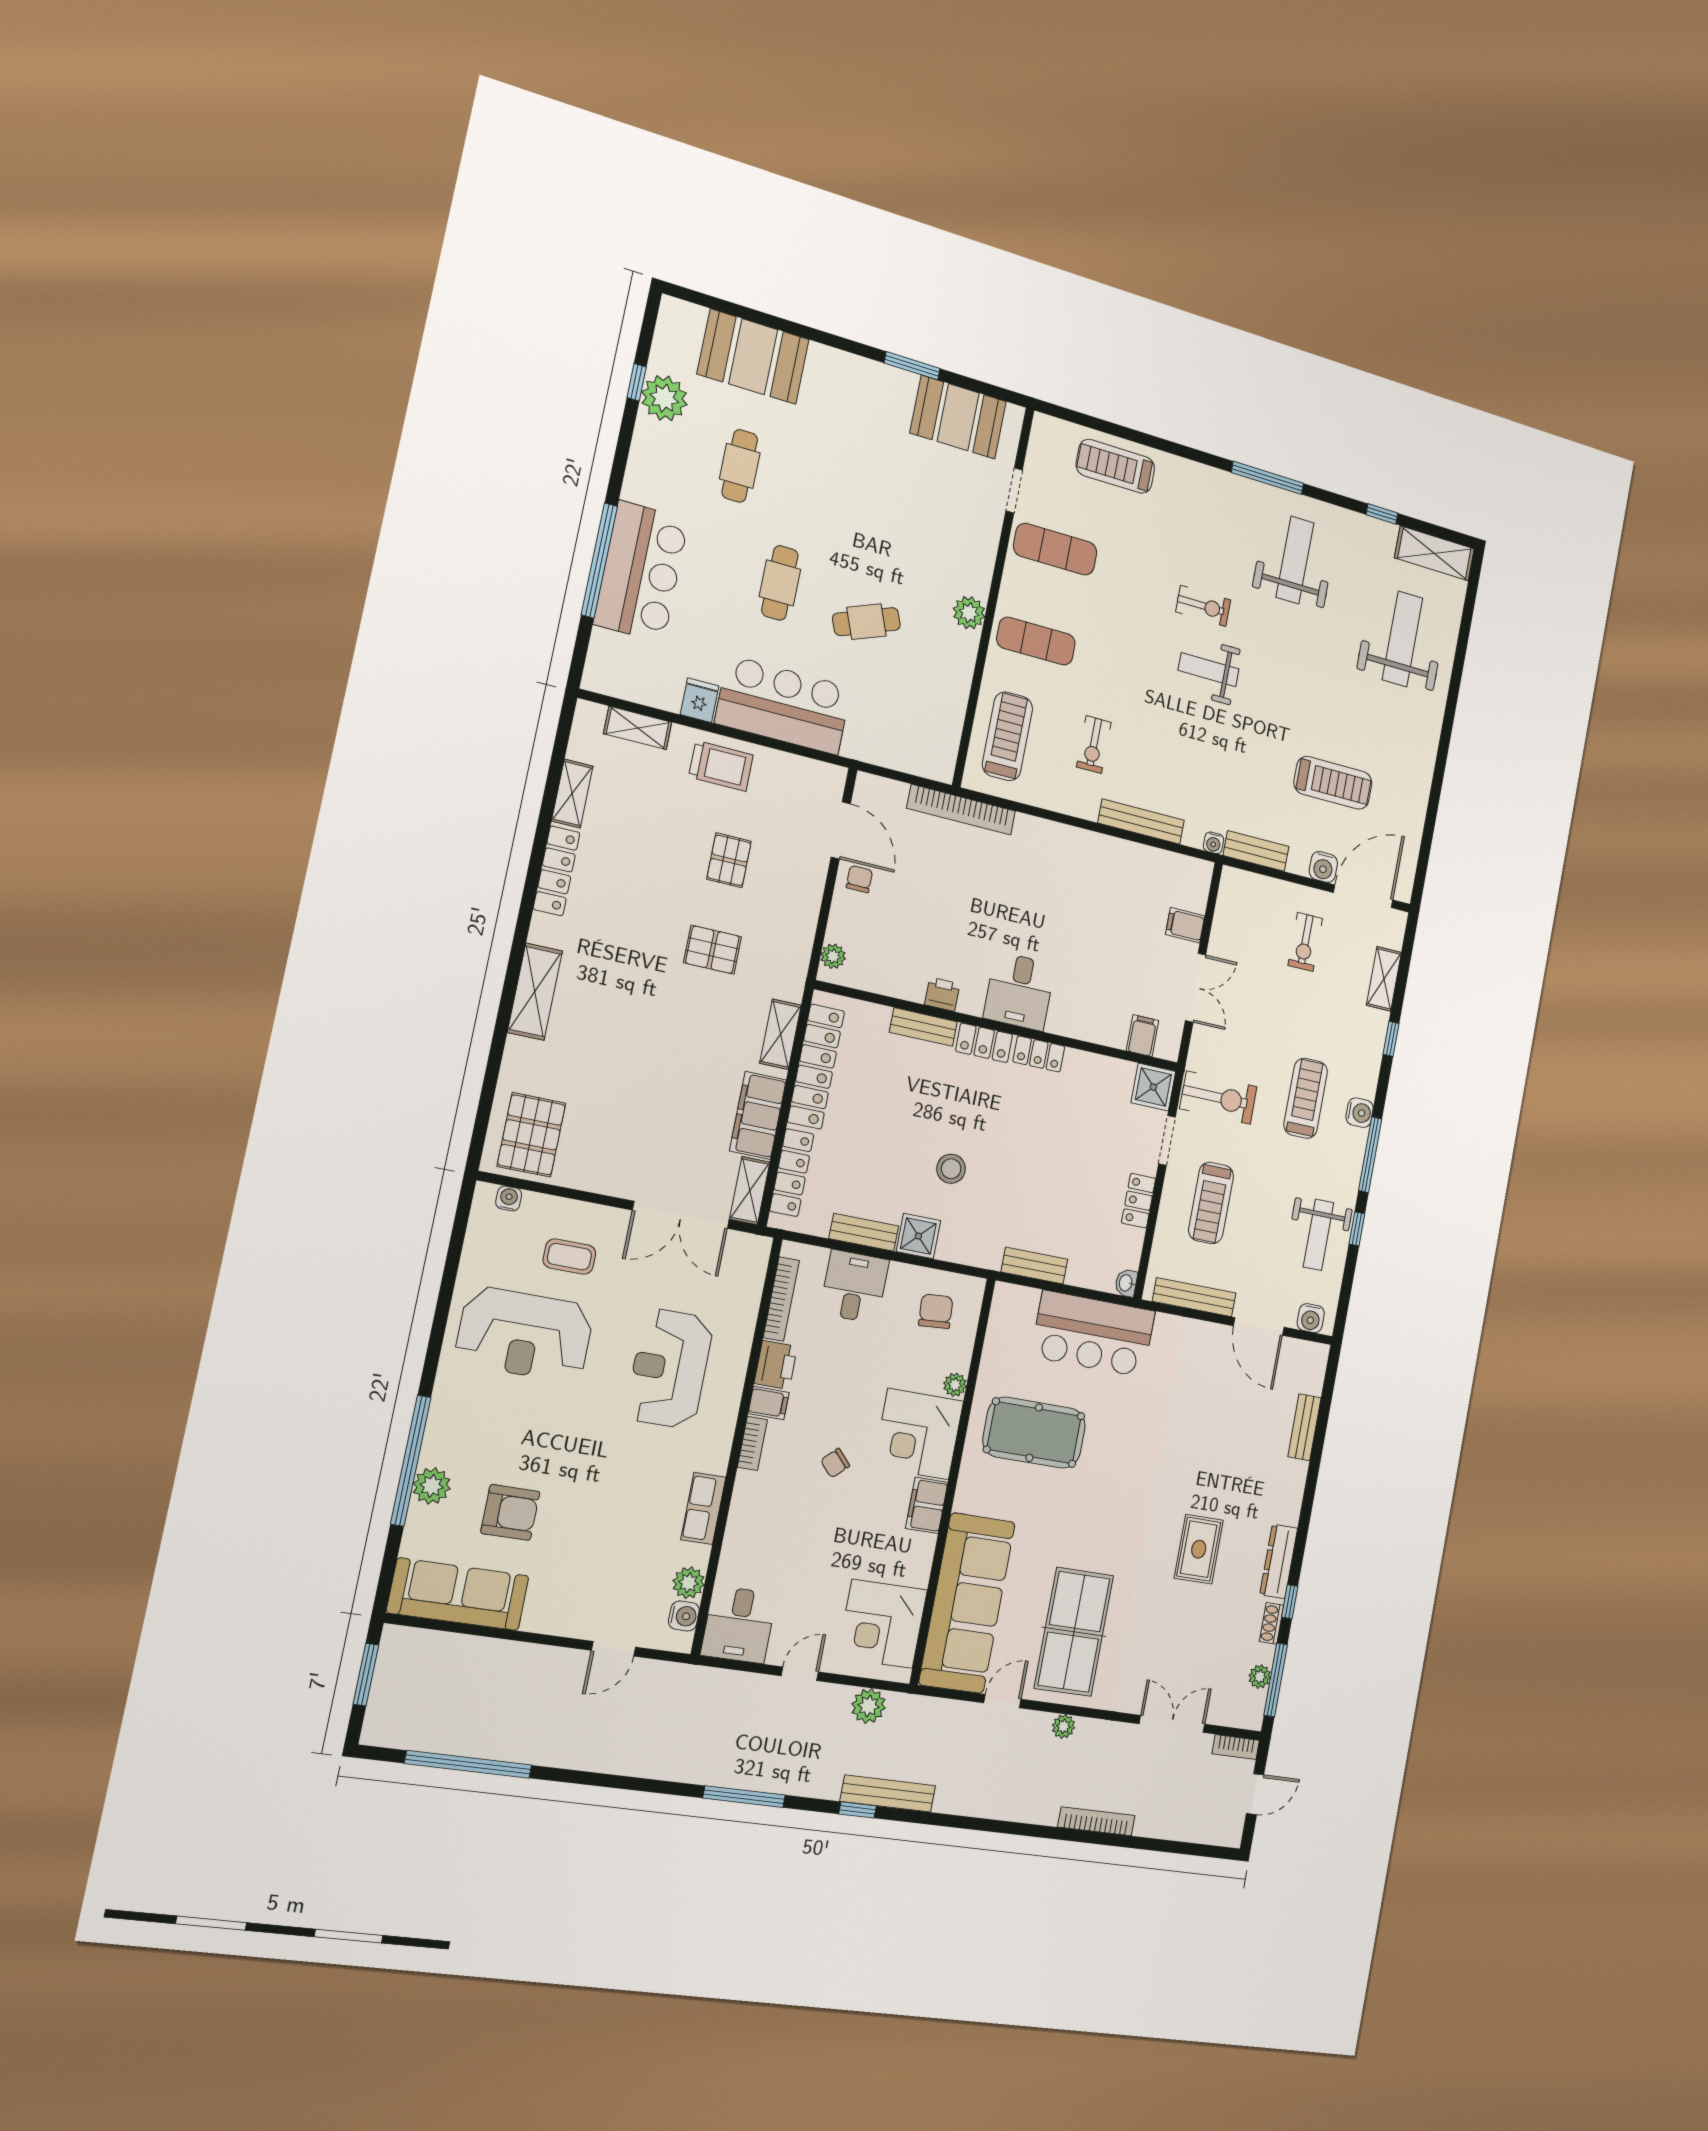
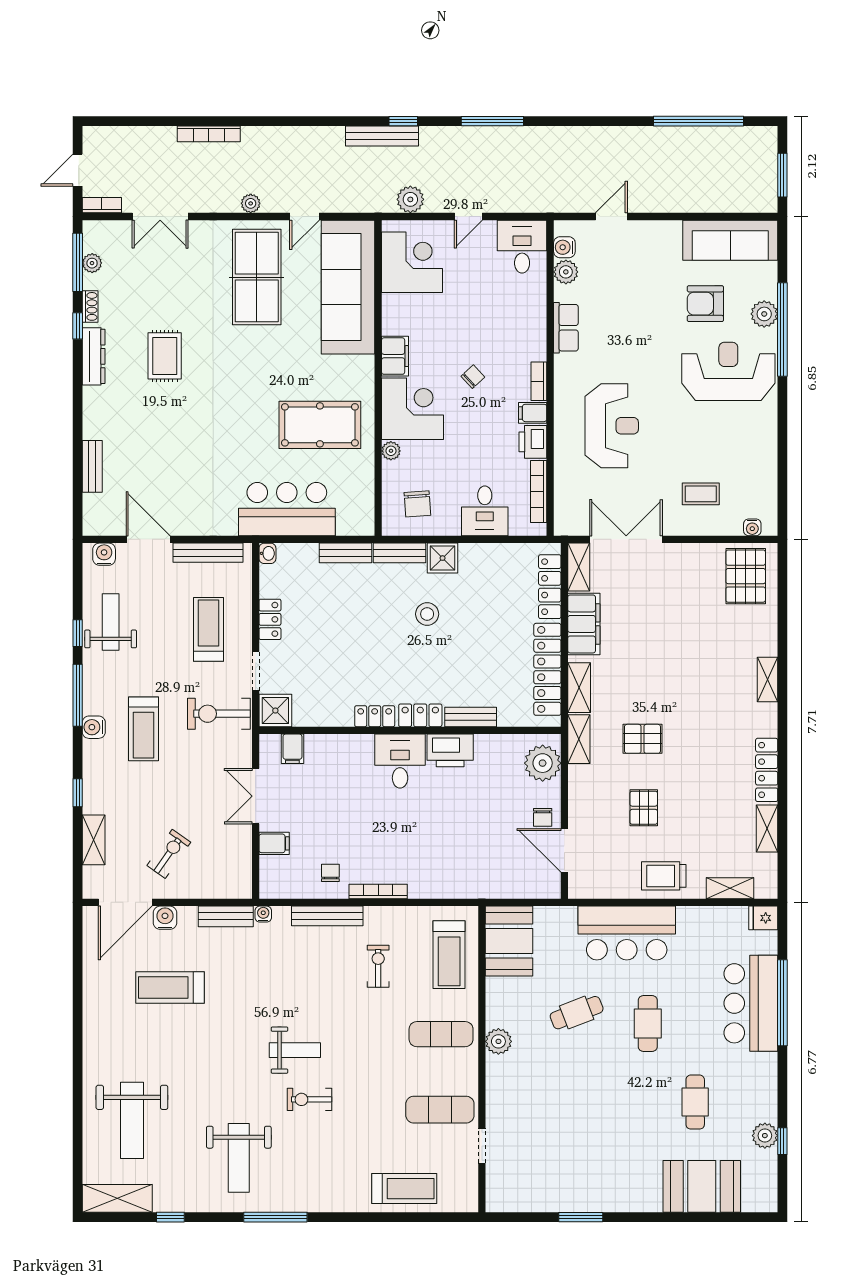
plant: (664, 398) -> (765, 1136), width x0.73, depth x0.73
booth: (958, 417) -> (509, 941), moved, turned 90
fridge: (700, 700) -> (763, 918), moved, turned 90
bookcase: (961, 810) -> (378, 891), moved, width x0.68, depth x0.76
chair: (1127, 873) -> (330, 873), added
exercise bike: (1305, 942) -> (169, 854), turned 35
plant: (833, 956) -> (543, 763), width x1.87, depth x1.87
shelving: (794, 968) -> (579, 739), added
shelving: (535, 992) -> (768, 679), width x0.67, depth x0.75
printer: (942, 994) -> (450, 750), width x1.87, depth x1.48
bench: (864, 1232) -> (400, 553), moved
reception desk: (525, 1334) -> (728, 371), moved

